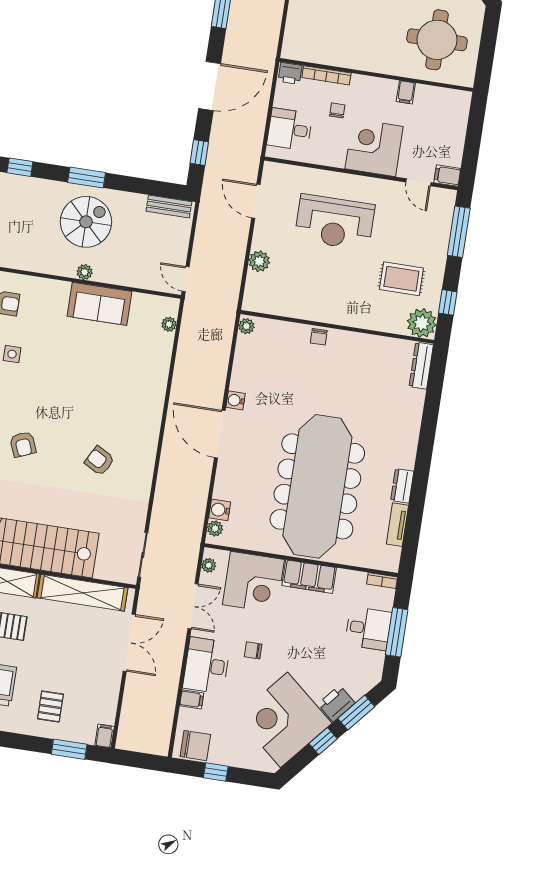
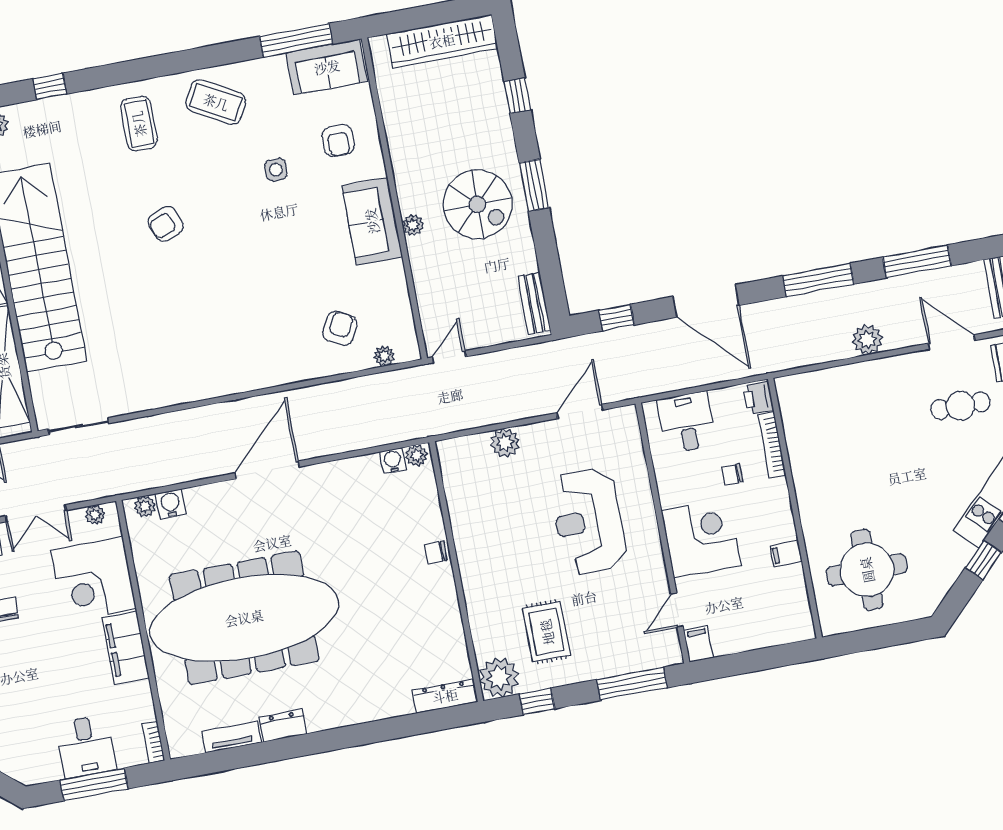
chair: (337, 110) -> (732, 475), turned 180
sofa: (100, 304) -> (372, 221), moved
water cooler: (235, 400) -> (393, 461), moved
armchair: (99, 461) -> (340, 328), moved

